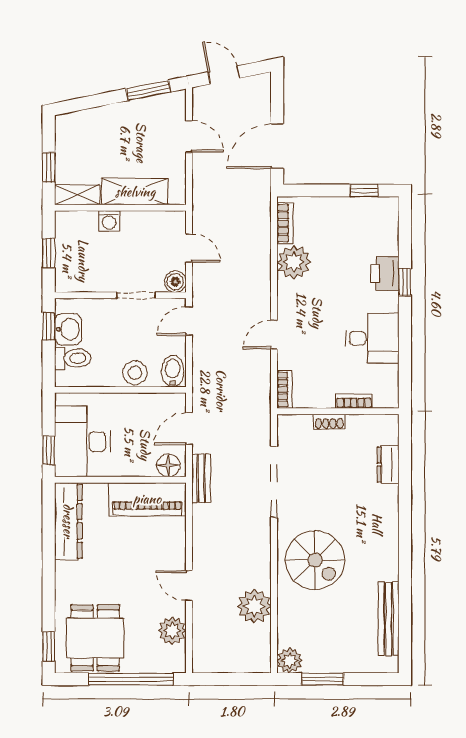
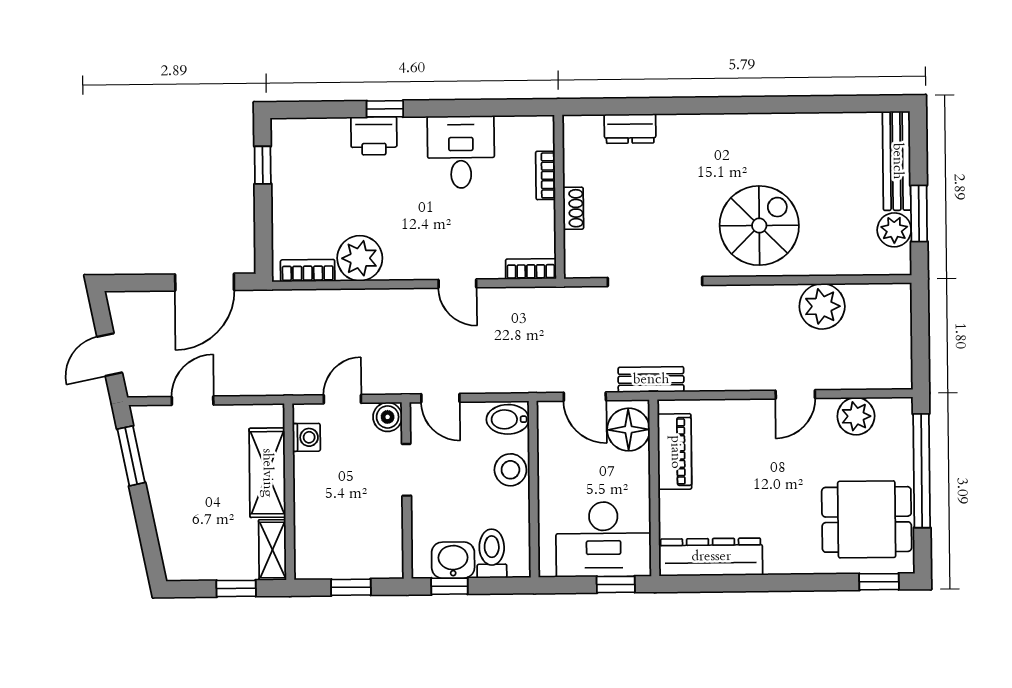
door: (277, 146) -> (205, 282), hinge flipped
washing machine: (109, 221) -> (306, 437), moved
floor lamp: (168, 465) -> (628, 430), width x1.38, depth x1.38
piano: (147, 499) -> (675, 452), width x0.73, depth x0.75
bench: (389, 619) -> (897, 161), moved, turned 90
plant: (290, 661) -> (894, 230), moved

